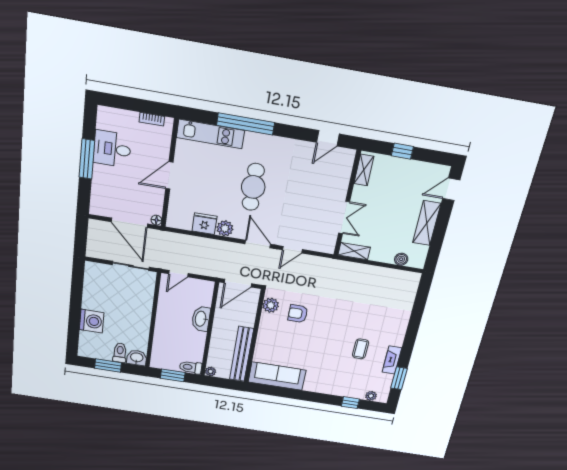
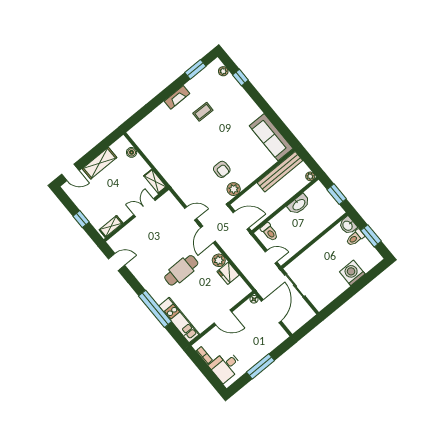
desk: (112, 149) -> (226, 366), moved, turned 90
washbasin: (201, 319) -> (299, 204), moved
fireplace: (392, 360) -> (177, 97), moved
toilet: (191, 367) -> (269, 232), moved

